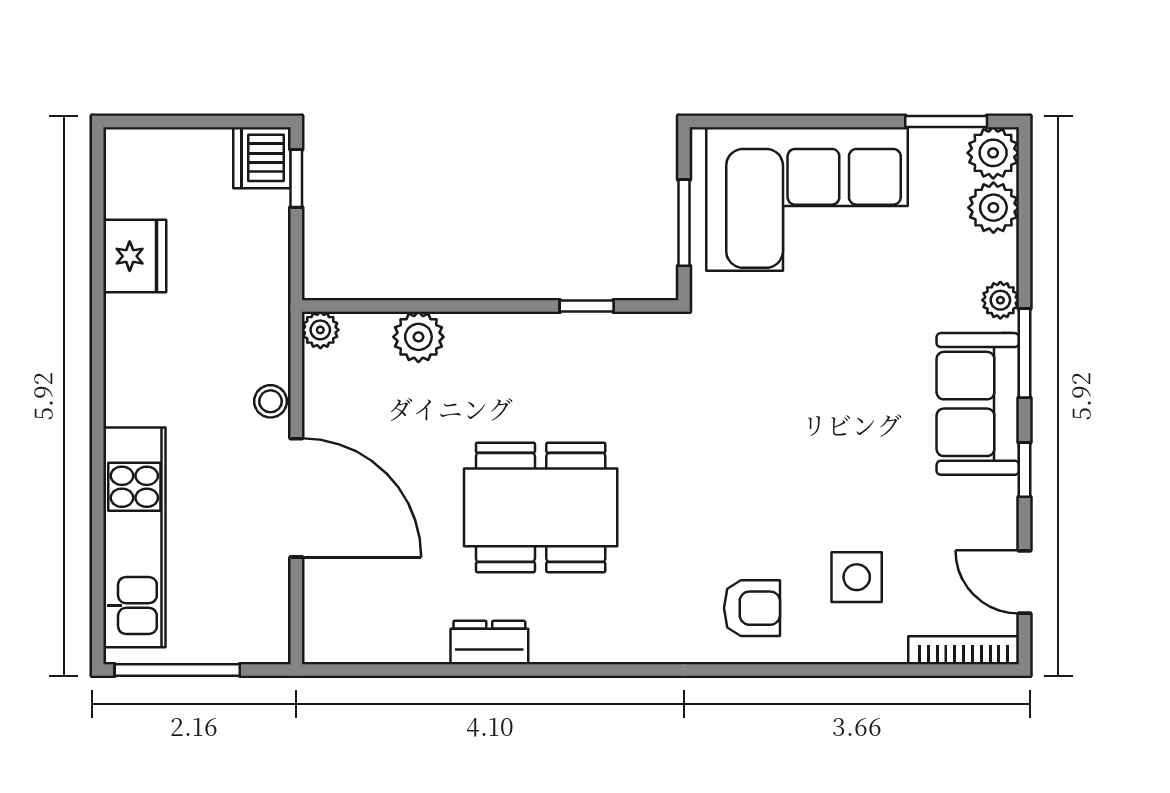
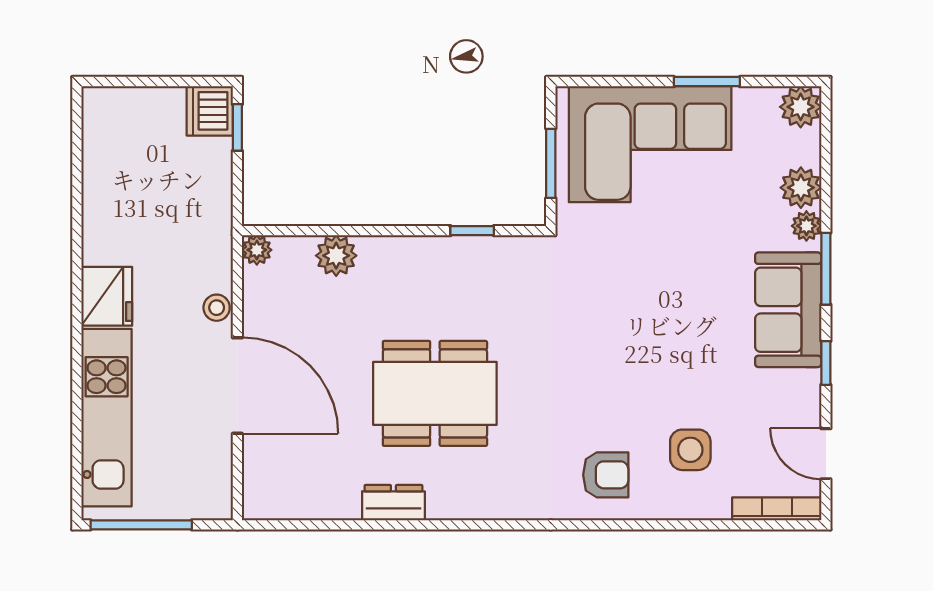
window: (946, 122) -> (707, 82), moved
plant: (993, 208) -> (801, 188), moved
fridge: (135, 256) -> (107, 296), moved

